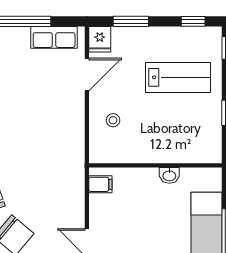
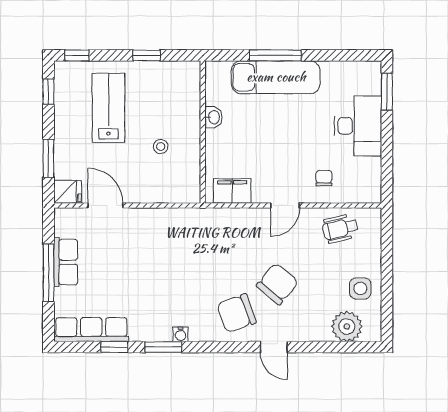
row of seats: (54, 37) -> (66, 262), moved
stool: (113, 120) -> (161, 146), moved
filing cabinet: (100, 184) -> (232, 191), width x2.00

